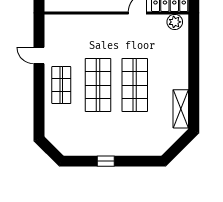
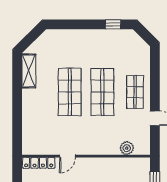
plant: (175, 22) -> (127, 148), moved
window: (106, 161) -> (113, 24), moved

